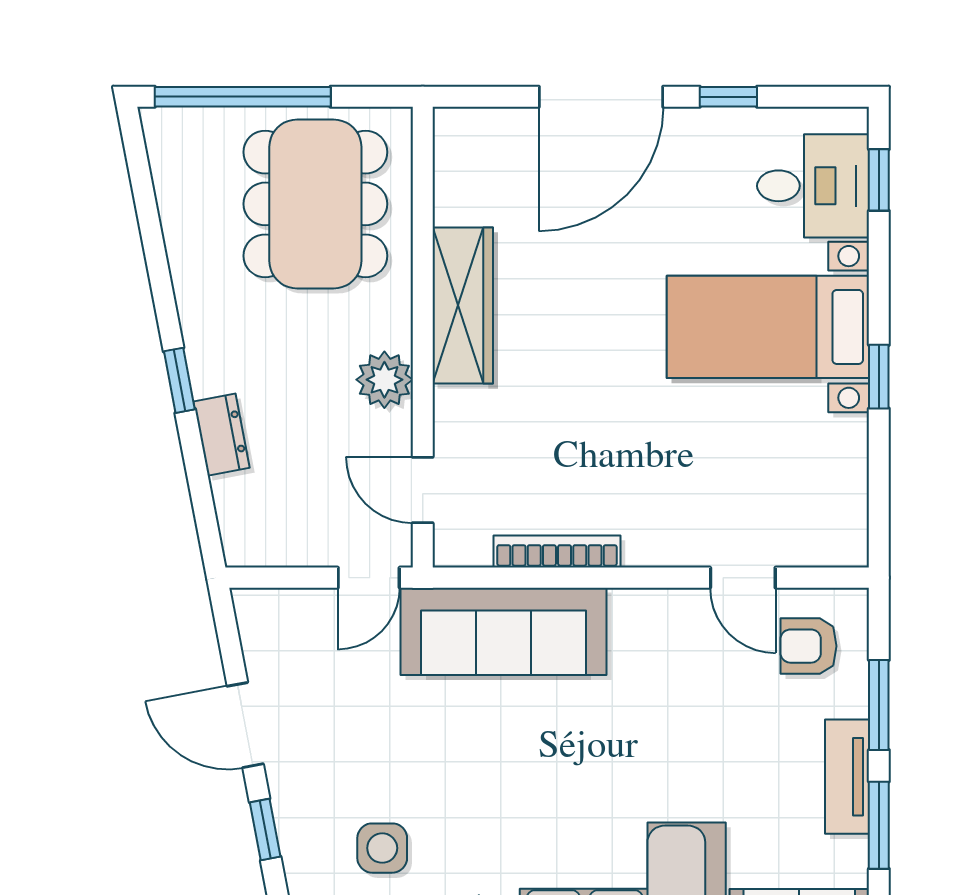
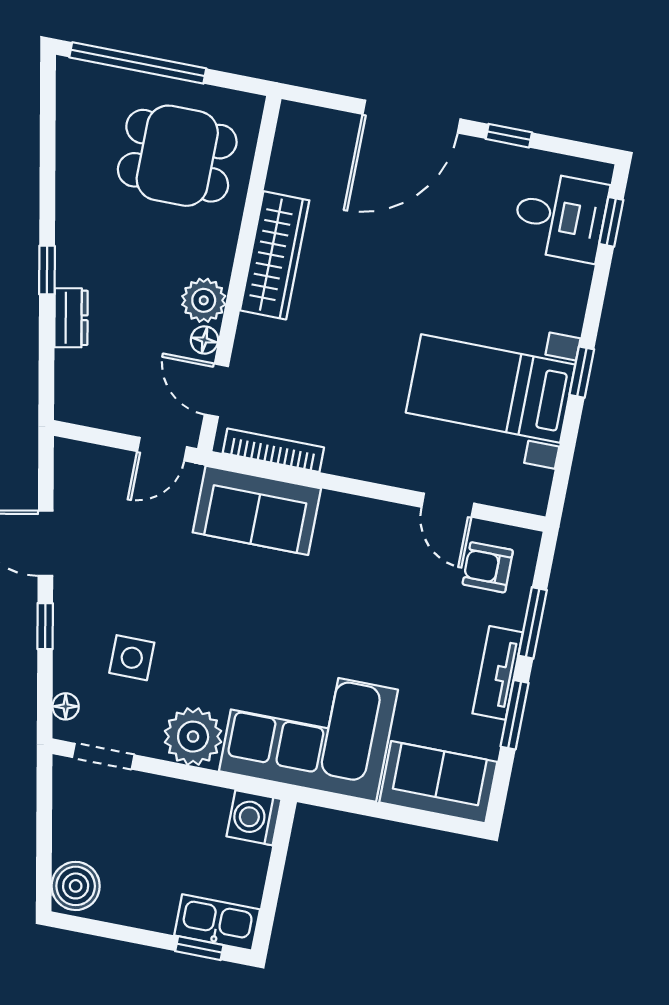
dining table: (315, 204) -> (177, 156), width x0.73
bed with nightstands: (768, 327) -> (491, 389), moved
floor lamp: (395, 430) -> (204, 340), added
bookcase: (557, 552) -> (273, 450), moved
sofa: (503, 631) -> (257, 510), width x0.73

